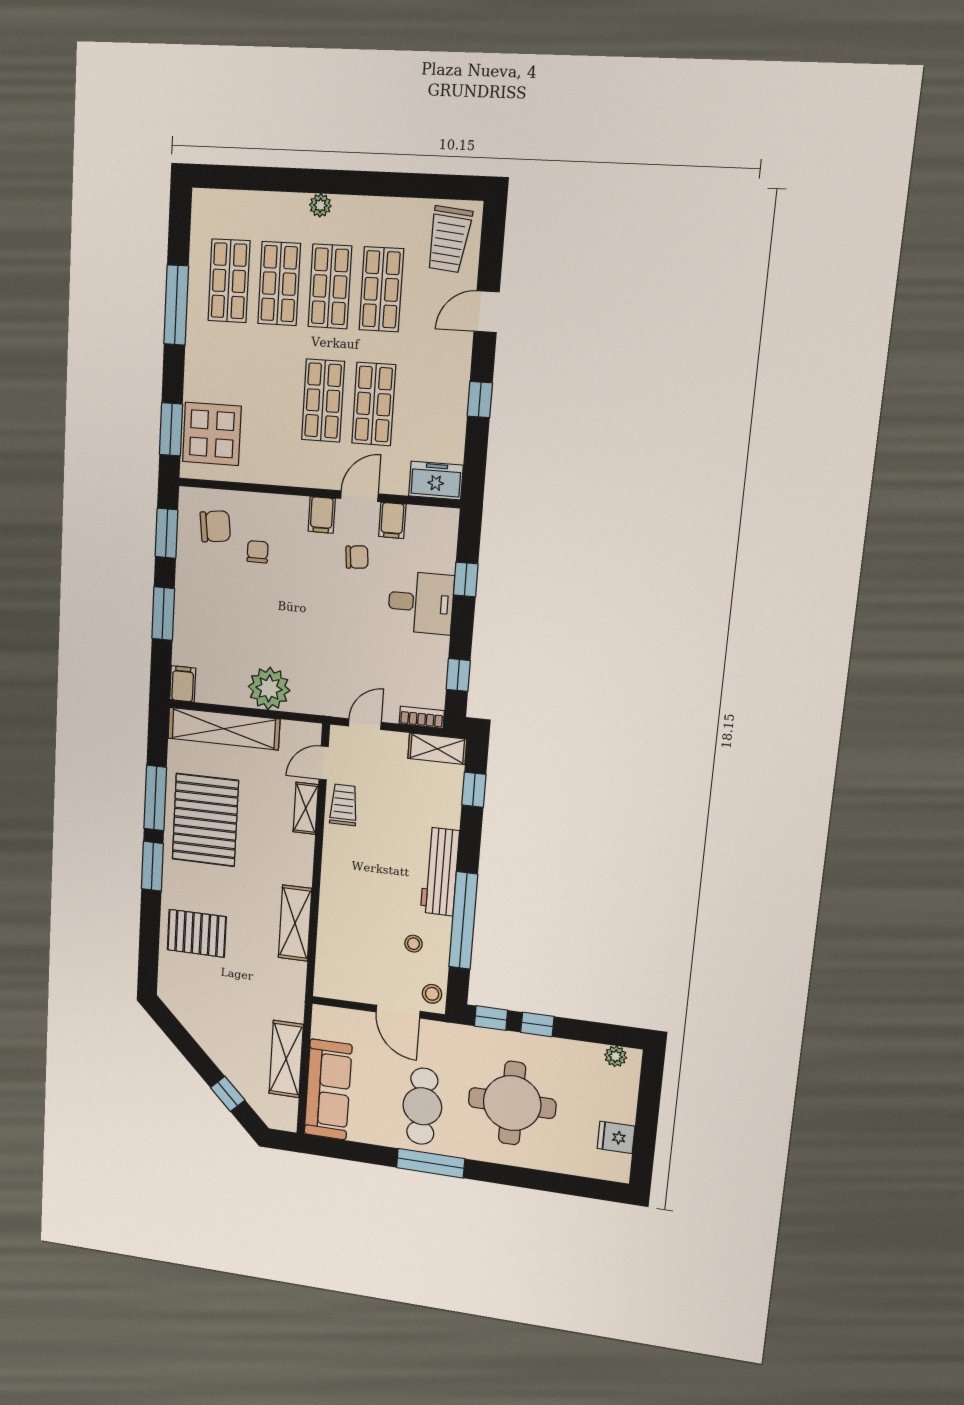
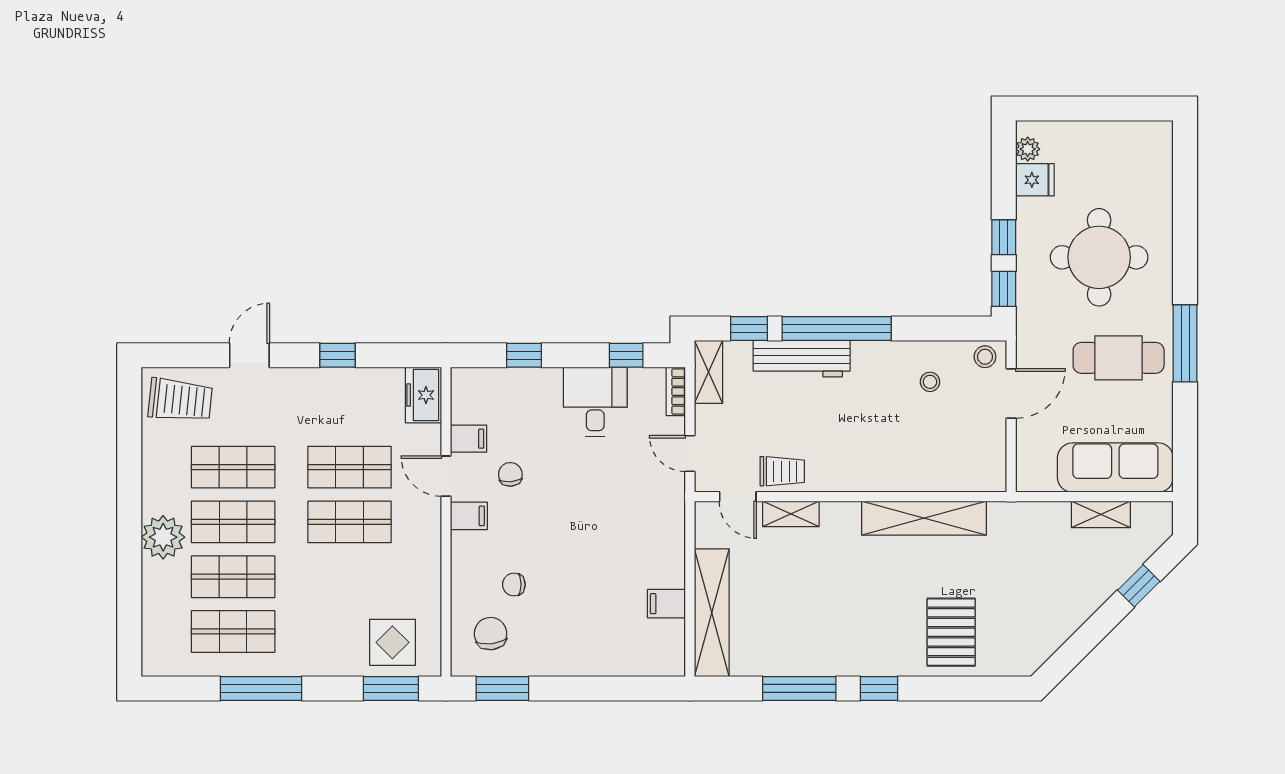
plant: (320, 205) -> (163, 537), width x1.88, depth x1.88
door: (487, 312) -> (249, 355), swing flipped
display table: (212, 434) -> (392, 642), width x0.73, depth x0.73
desk: (421, 603) -> (595, 402), moved
window: (163, 614) -> (590, 688), removed
filing cabinet: (183, 684) -> (666, 604), moved
plant: (269, 688) -> (662, 563), removed
trolley: (344, 805) -> (782, 471), turned 180
pallet: (205, 820) -> (818, 629), removed
window: (152, 866) -> (879, 688), width x0.67
workbench: (440, 872) -> (802, 359), moved
window: (463, 921) -> (837, 329), moved
shelving: (295, 923) -> (924, 518), width x1.47
shelving: (286, 1059) -> (1101, 514), width x0.67, depth x0.75
fridge: (616, 1137) -> (1035, 180), moved, turned -90

